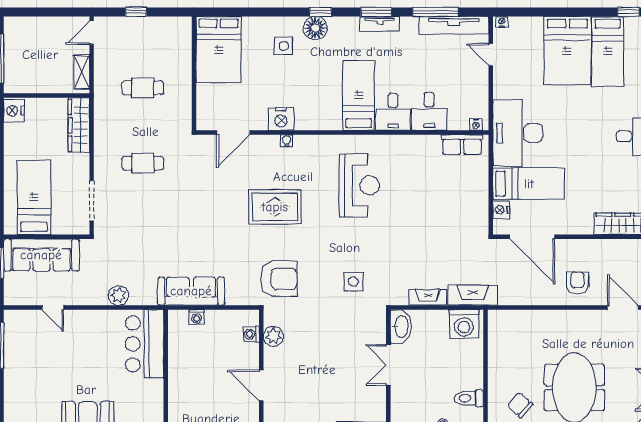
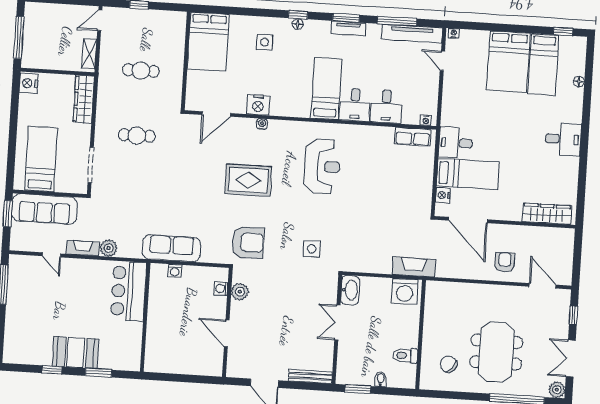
floor lamp: (315, 28) -> (298, 24), width x0.53, depth x0.53
desk: (518, 133) -> (456, 143), width x0.53, depth x0.77
fireplace: (428, 297) -> (83, 248), moved

